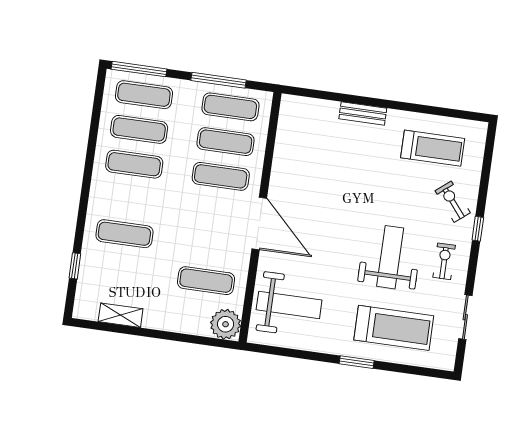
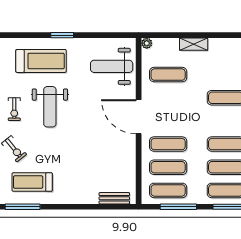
bench: (363, 113) -> (114, 198), moved
window: (452, 113) -> (23, 207), added
shelving: (121, 315) -> (194, 44), moved
plant: (226, 324) -> (147, 43), width x0.53, depth x0.53
treadmill: (394, 328) -> (41, 61), turned 180

